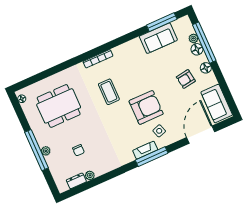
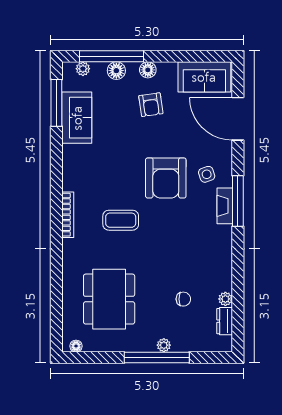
plant: (193, 38) -> (83, 69), moved
armchair: (146, 107) -> (166, 178), turned 180

